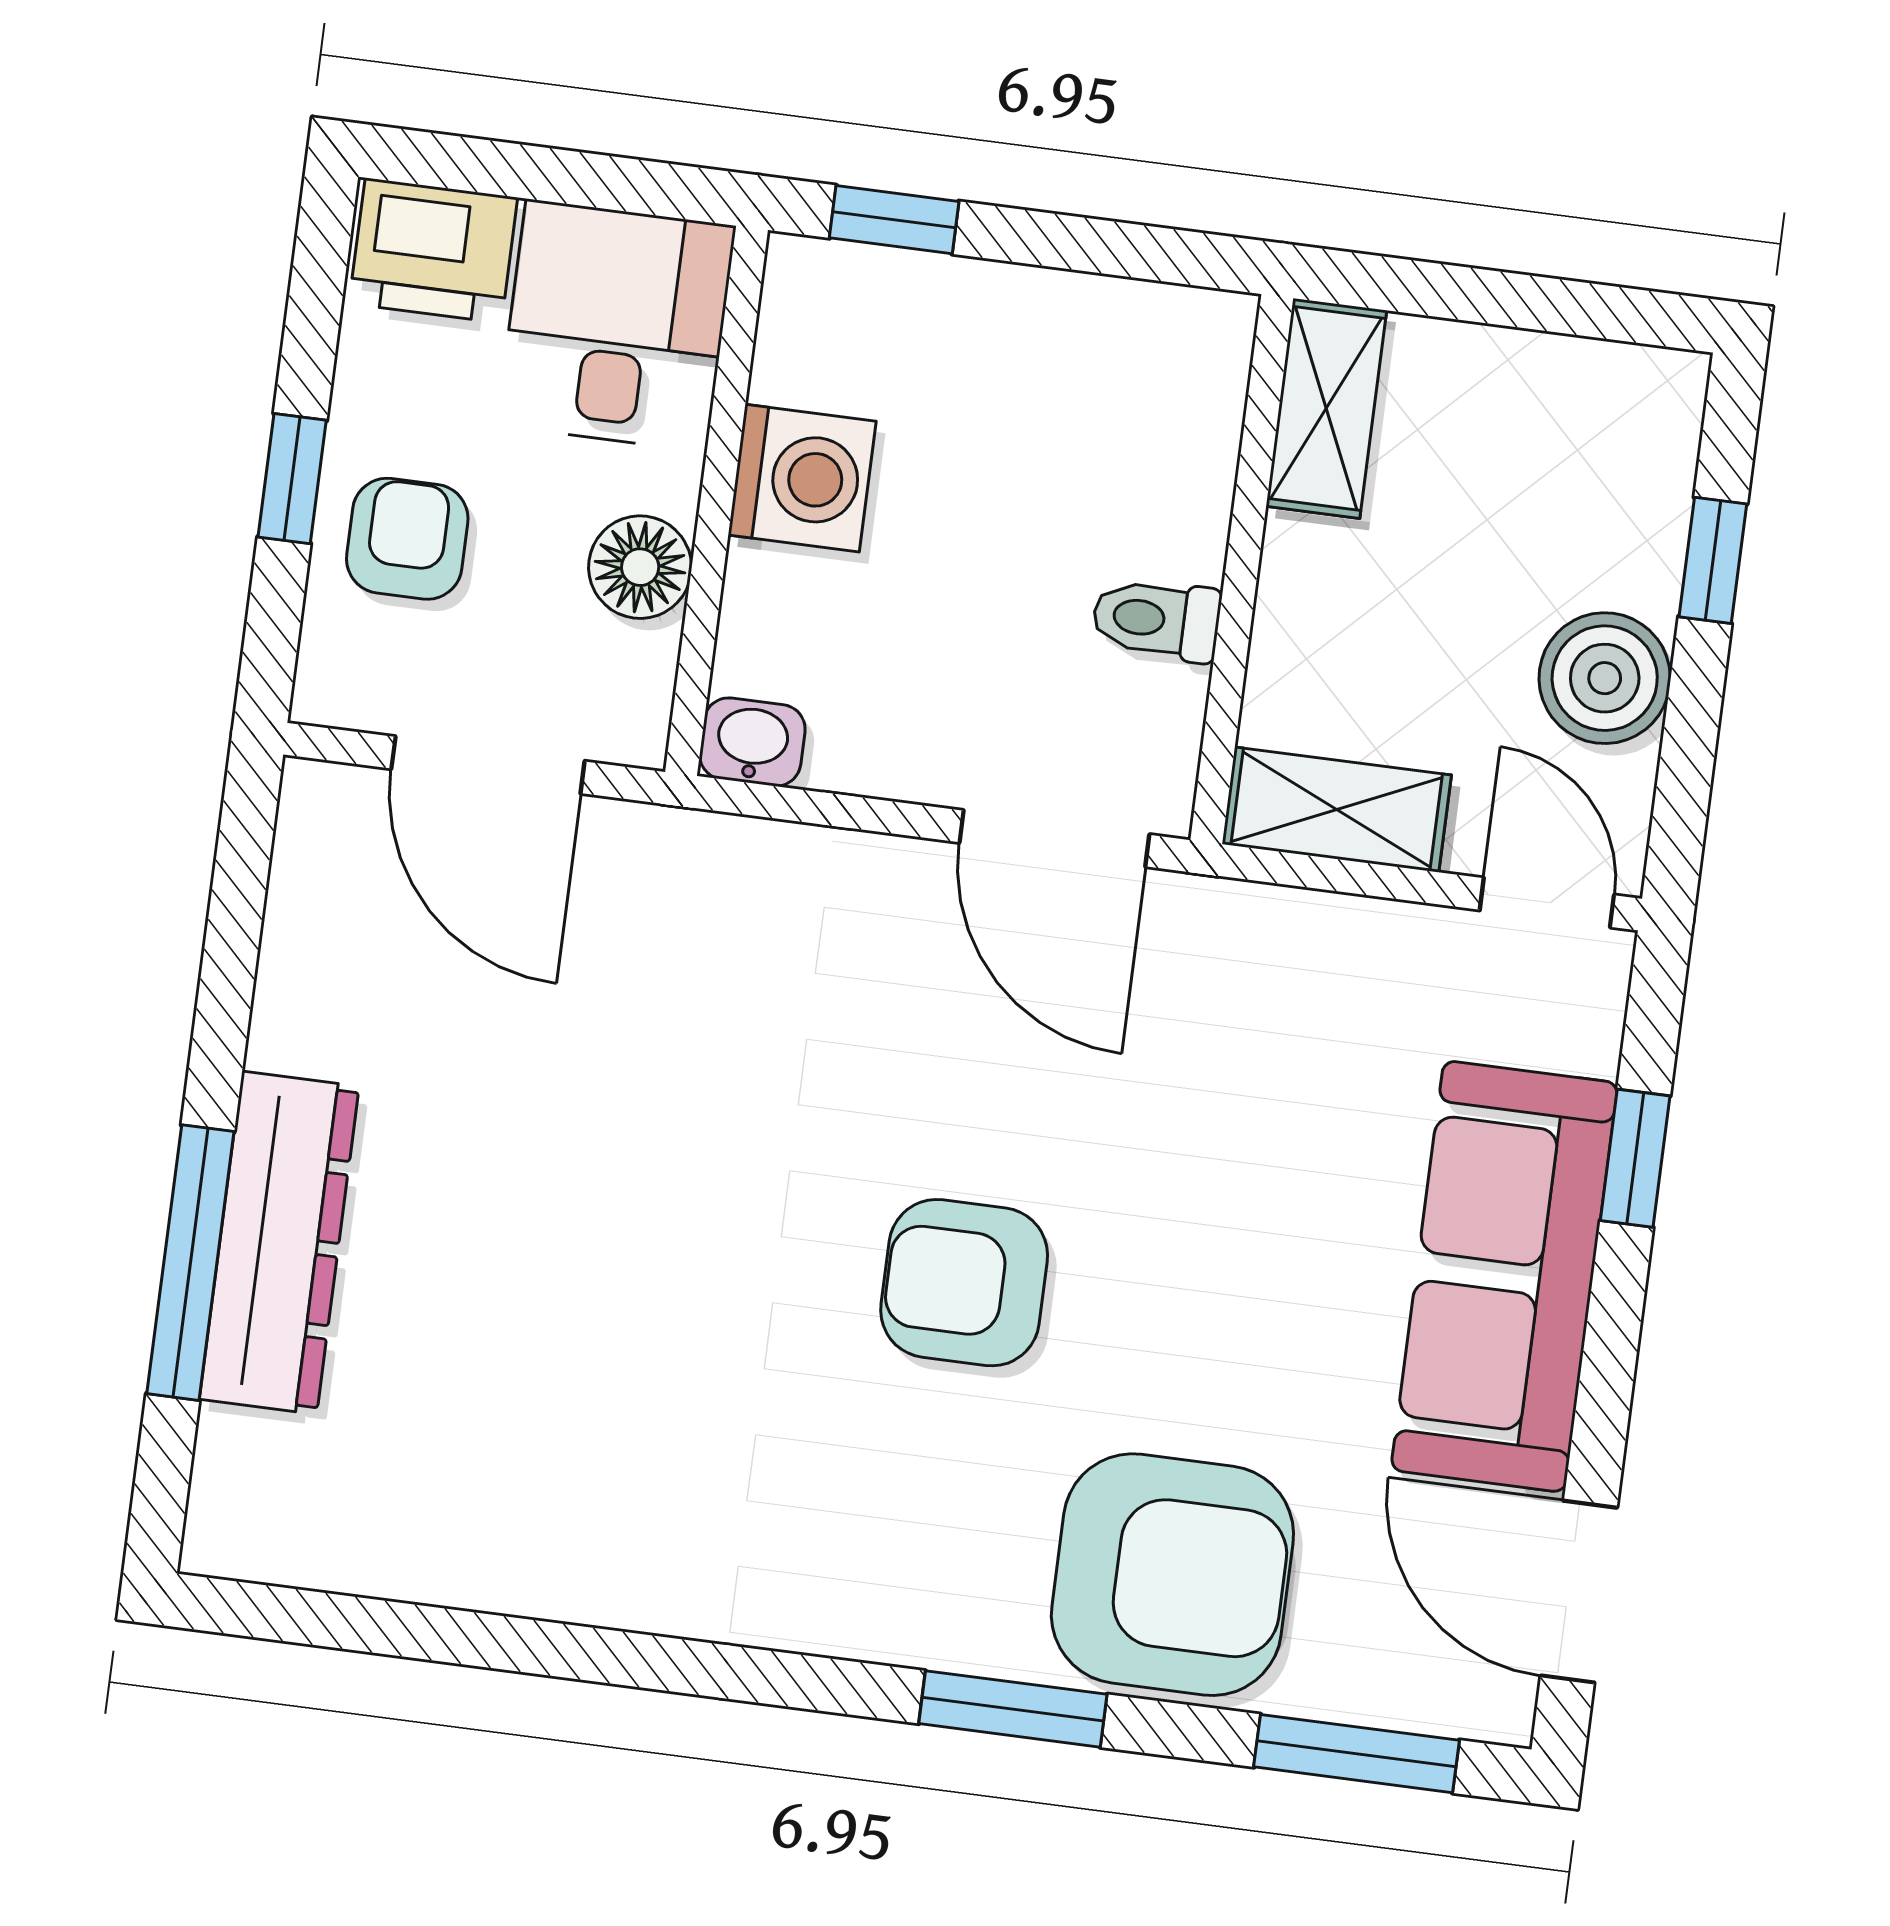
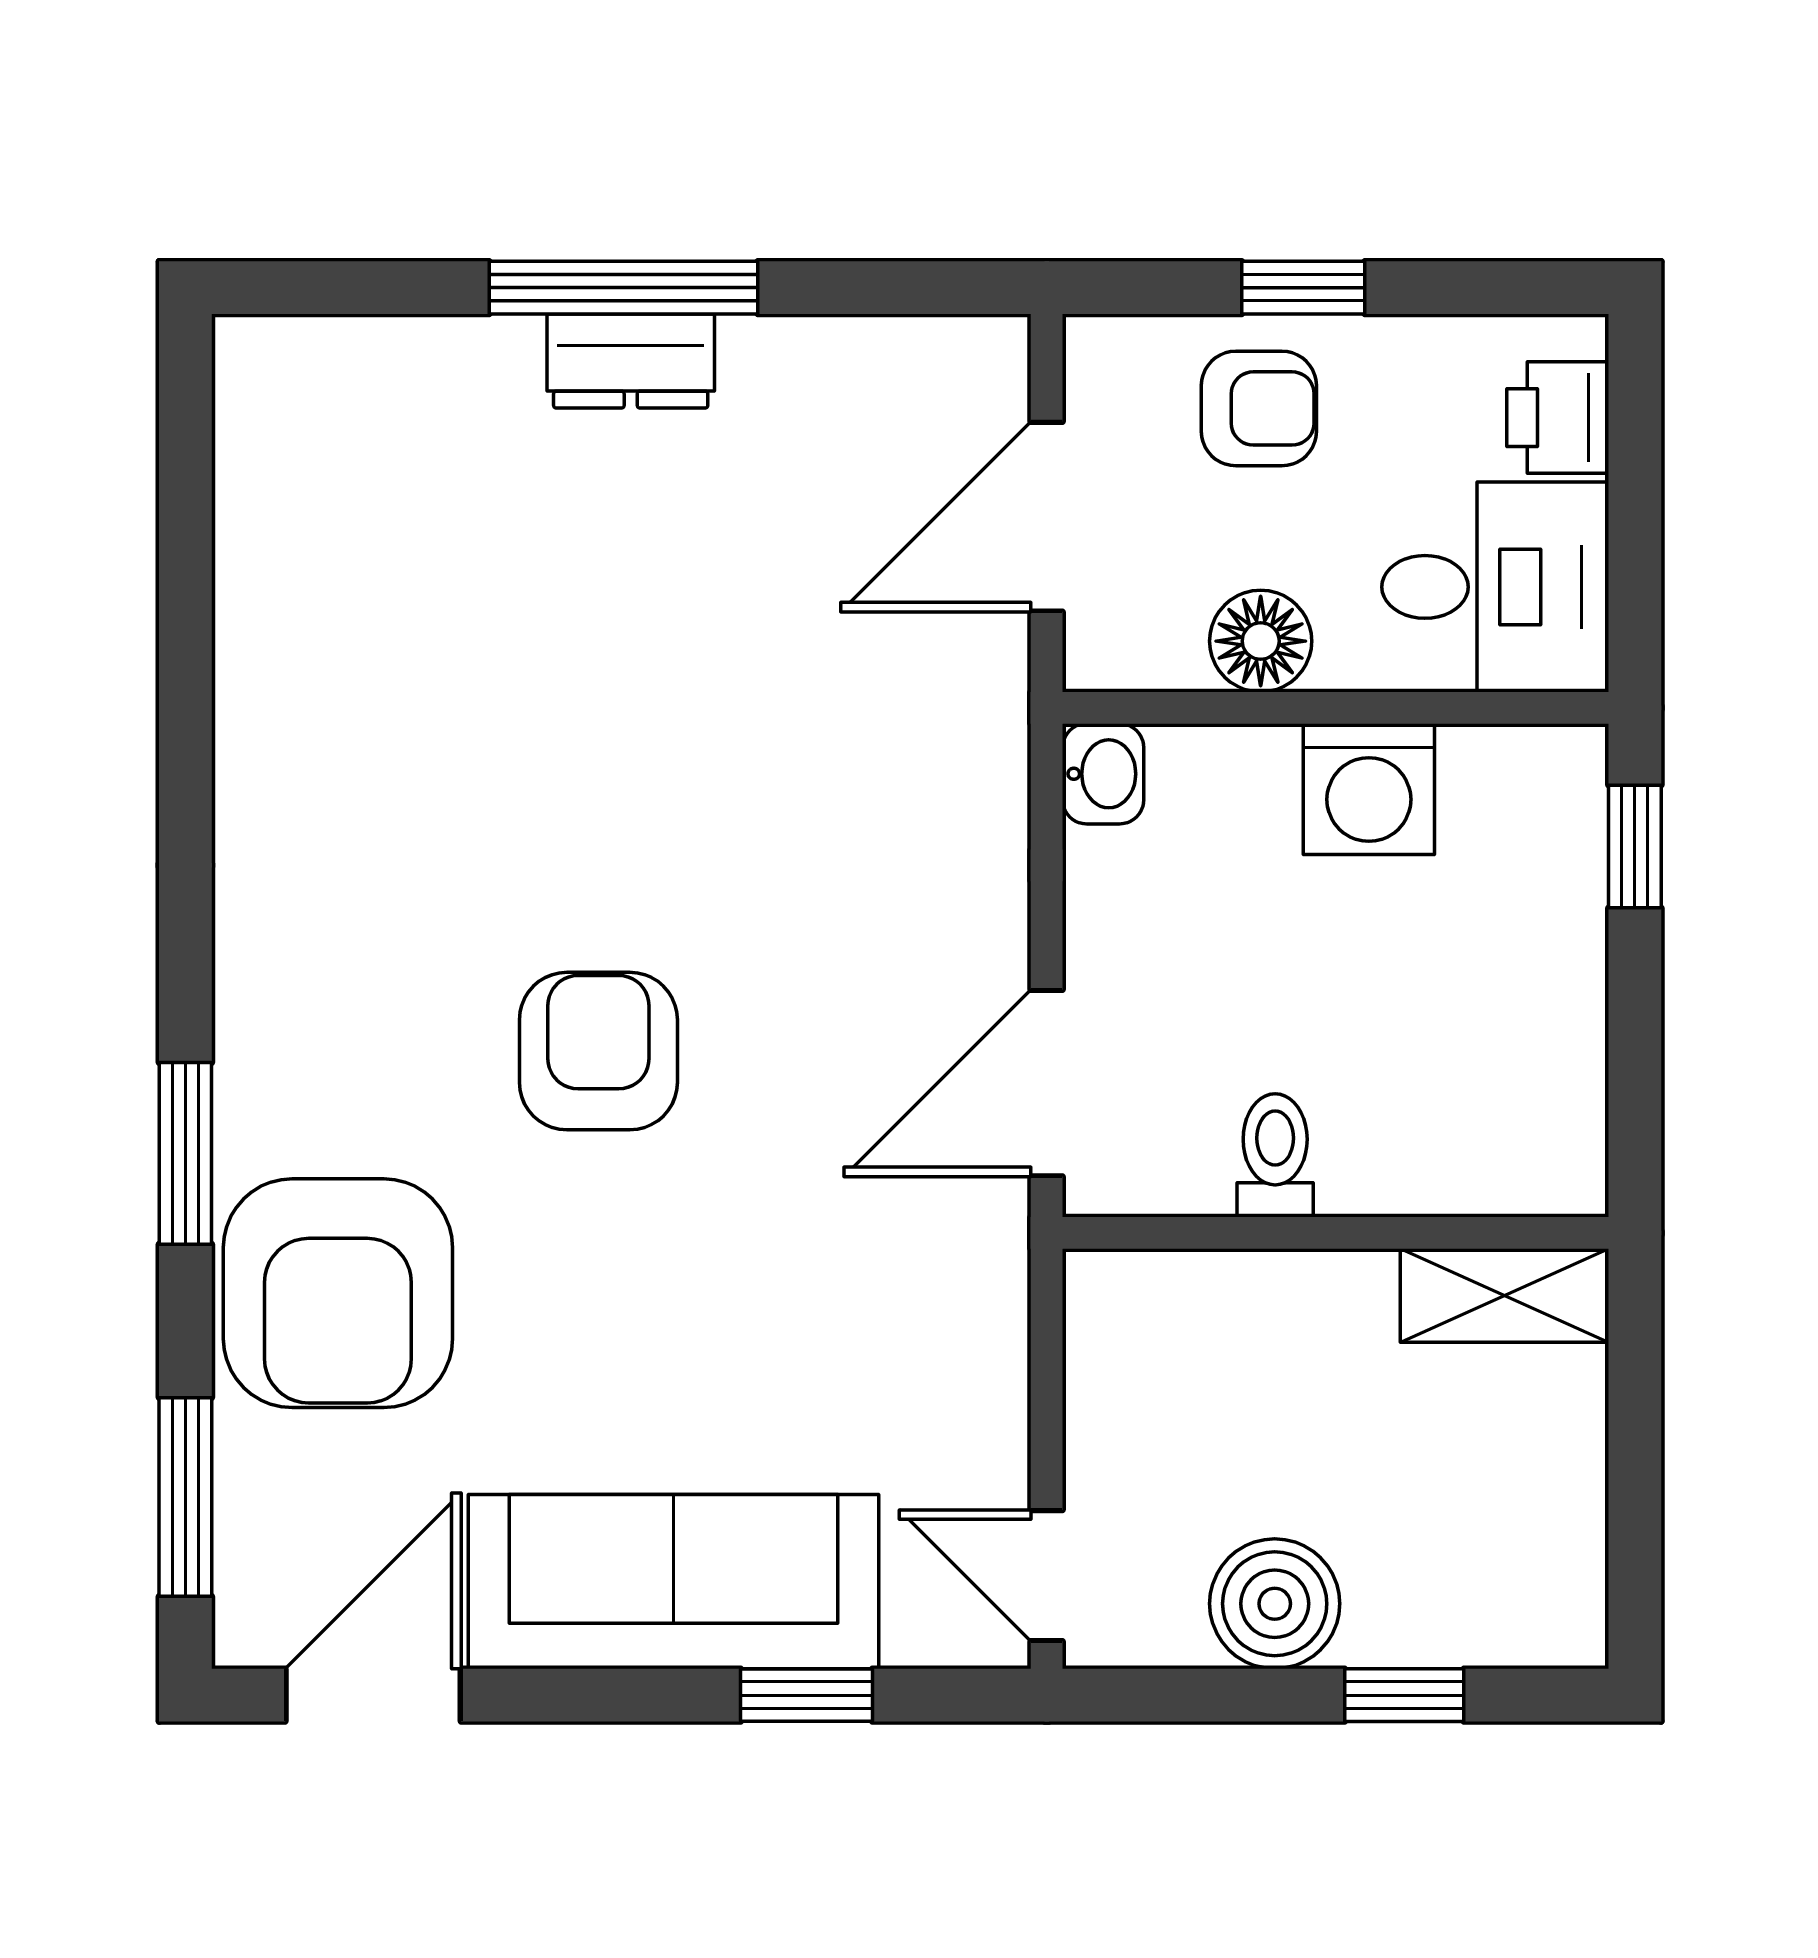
printer: (433, 251) -> (1558, 418), width x0.73, depth x0.81
shelving: (1337, 810) -> (1111, 1357), removed
door: (1547, 903) -> (1047, 1576), swing flipped
dresser: (279, 1243) -> (631, 361), width x0.51, depth x0.80
window: (190, 1263) -> (624, 288), moved

